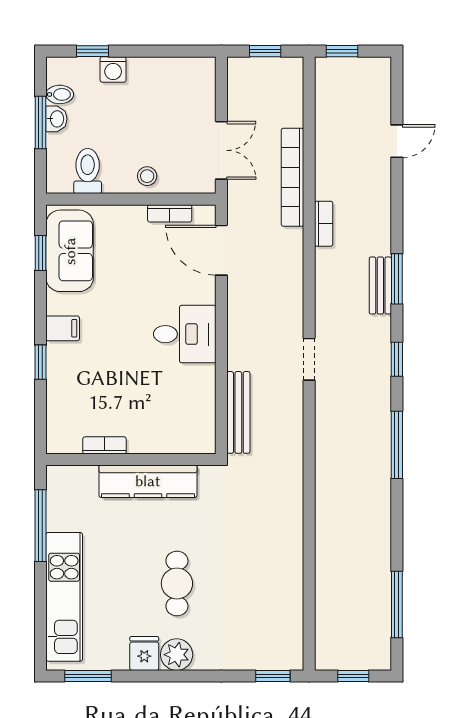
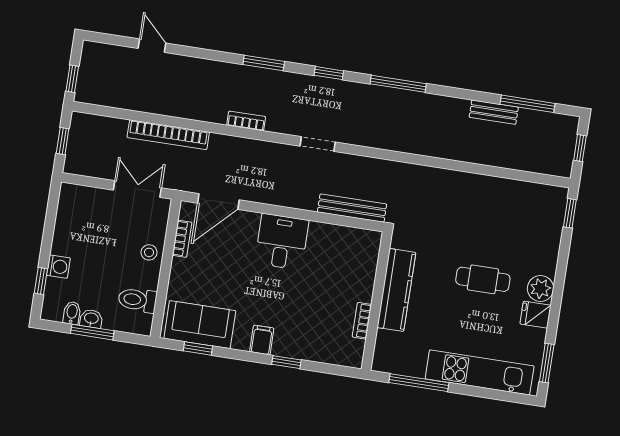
bookcase: (324, 224) -> (246, 121), moved
bench: (380, 285) -> (494, 112), moved

